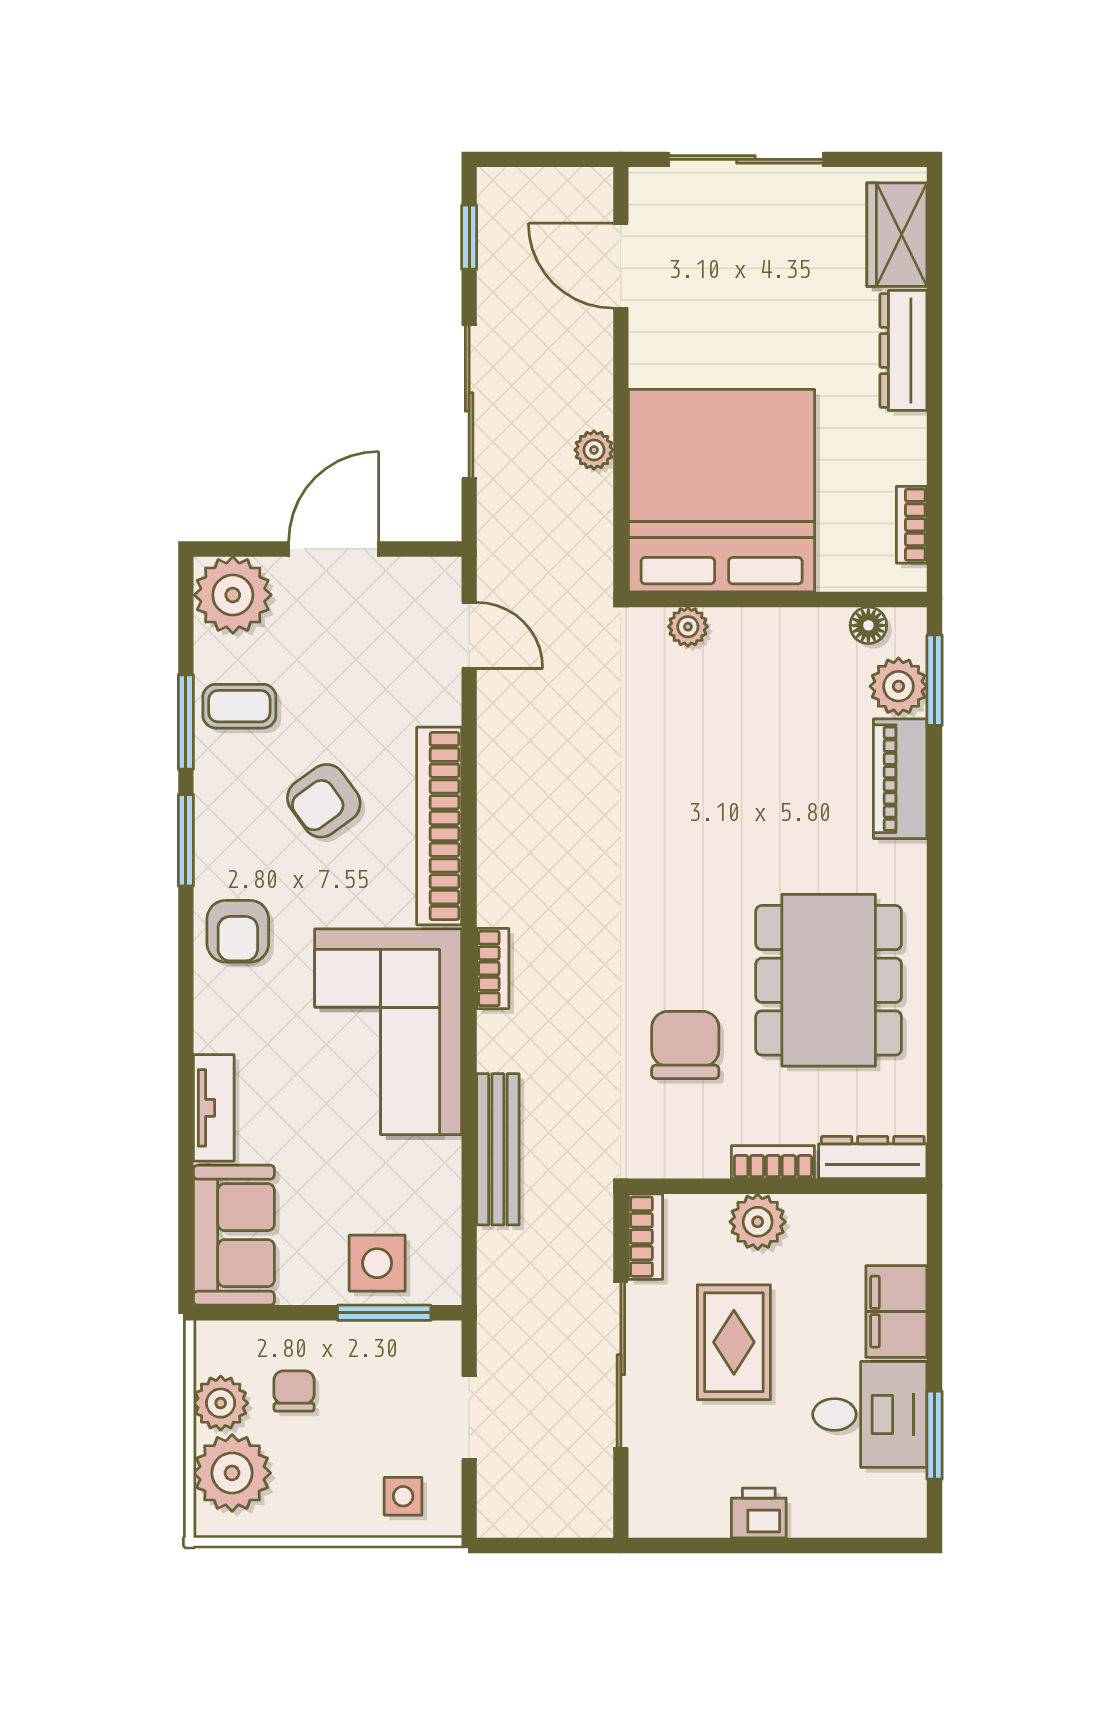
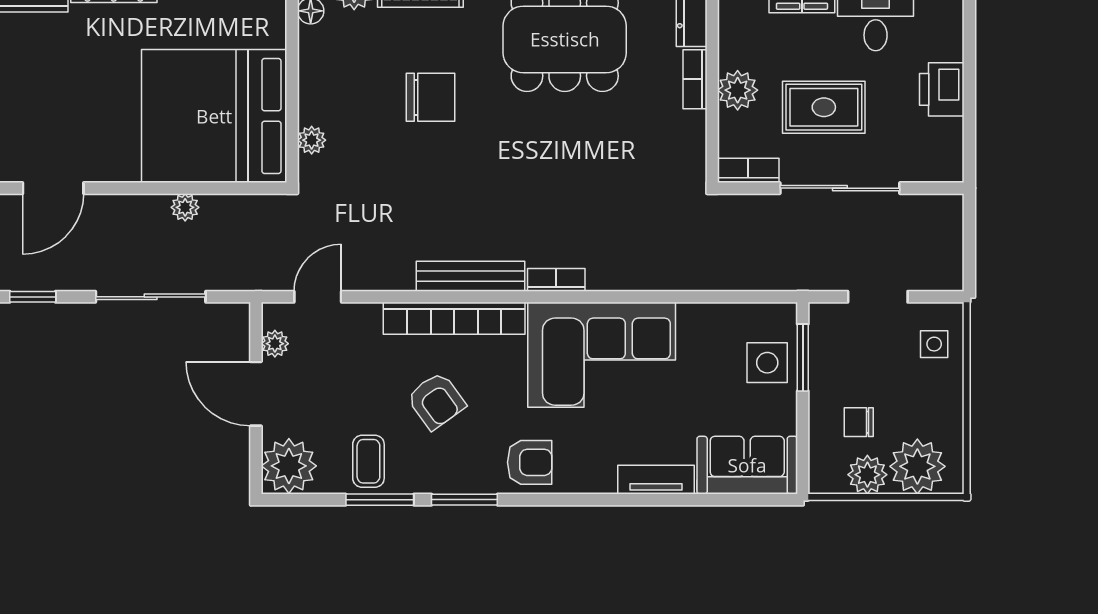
plant: (404, 575) -> (275, 344), added
chair: (685, 1045) -> (430, 97), moved, turned 180
bench: (498, 1149) -> (470, 276), moved
printer: (759, 1513) -> (942, 89), width x1.36, depth x1.24

